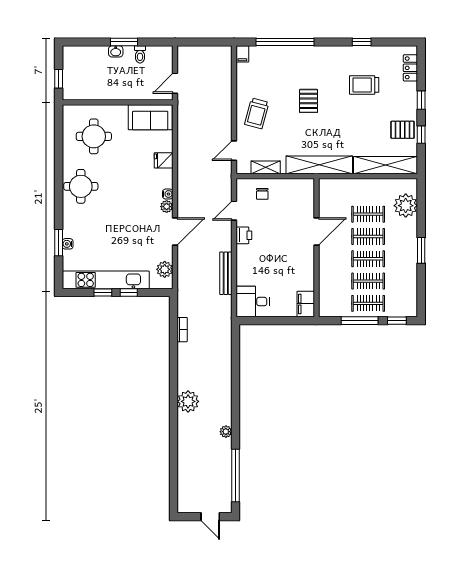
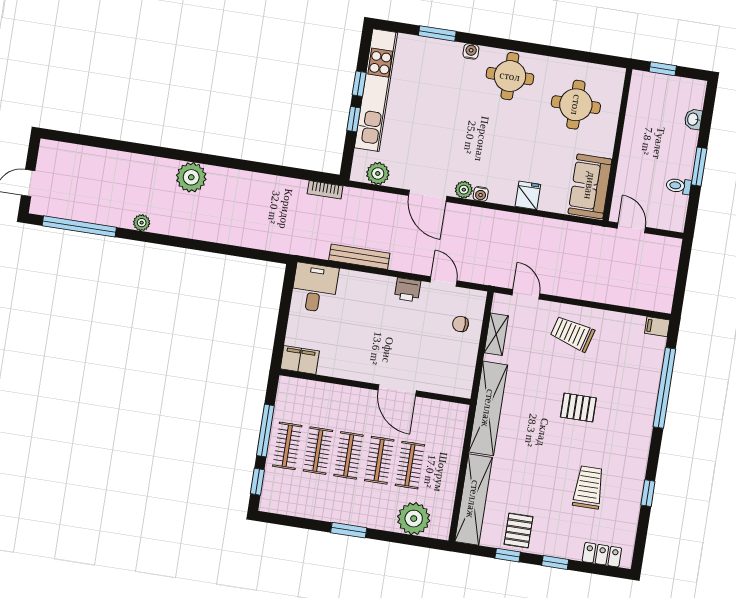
washbasin: (116, 51) -> (693, 119), moved
water cooler: (68, 244) -> (471, 51), moved
bookcase: (182, 330) -> (325, 190), moved

